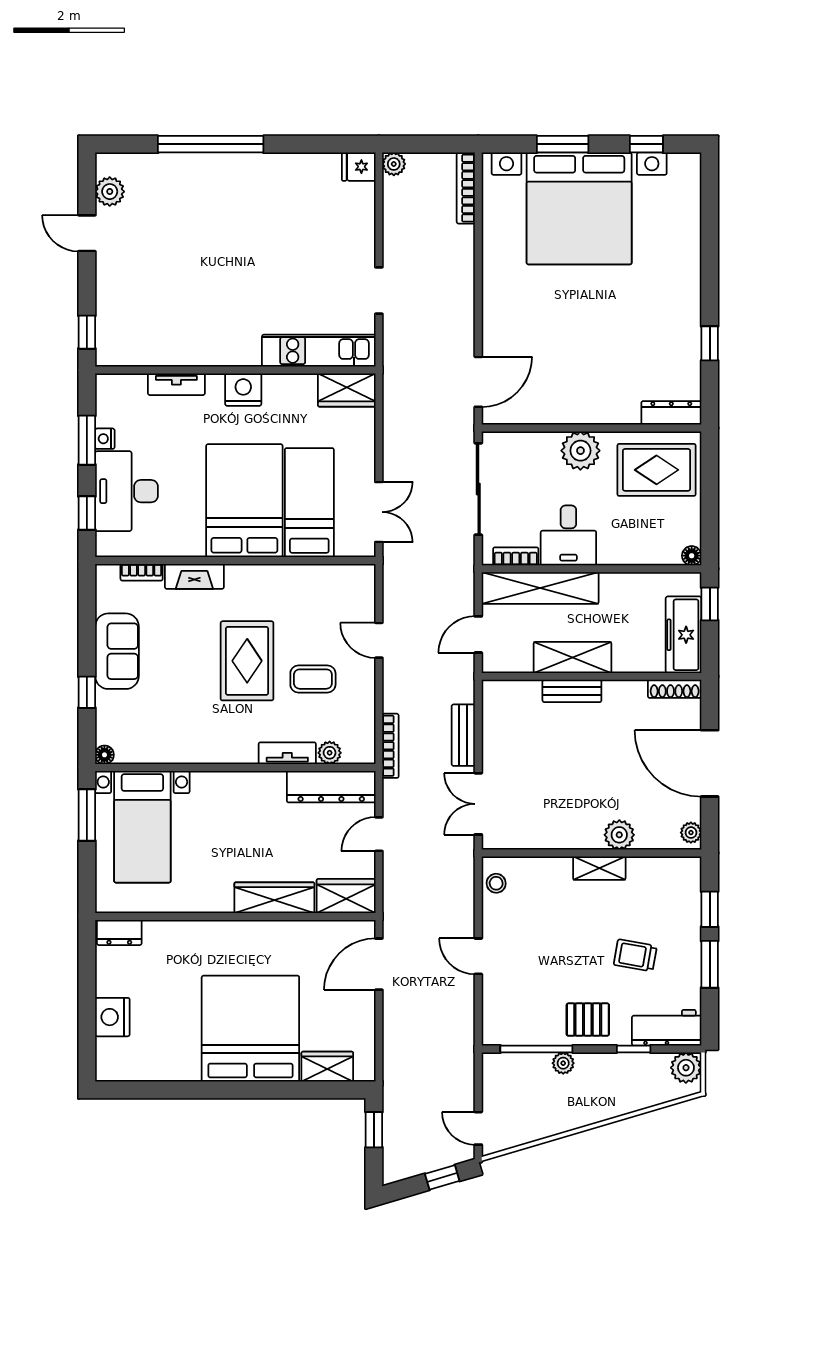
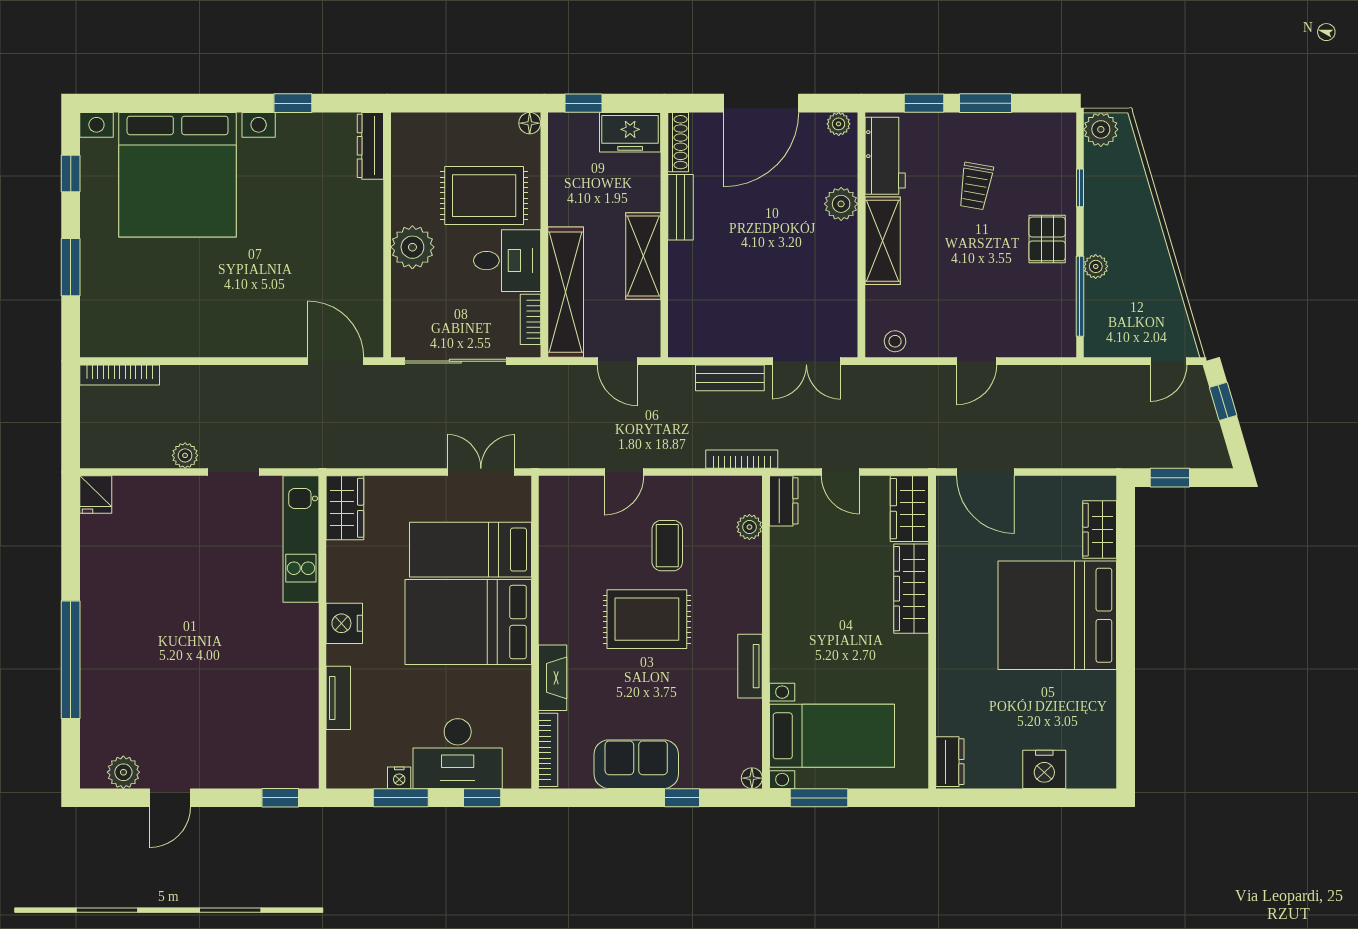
plant: (394, 164) -> (185, 455), moved
bed with nightstands: (579, 208) -> (178, 175), moved, turned 90
rug: (657, 470) -> (484, 196), moved, turned 90
bookcase: (142, 572) -> (548, 750), width x1.56
freezer: (684, 635) -> (630, 132), width x0.71
bench: (572, 691) -> (681, 207), moved
tv unit: (287, 753) -> (750, 666), moved
dresser: (331, 787) -> (784, 501), width x0.51, depth x0.80
shelving: (599, 868) -> (883, 241), width x1.50, depth x1.33
workbench: (667, 1028) -> (885, 156), moved, turned 180

